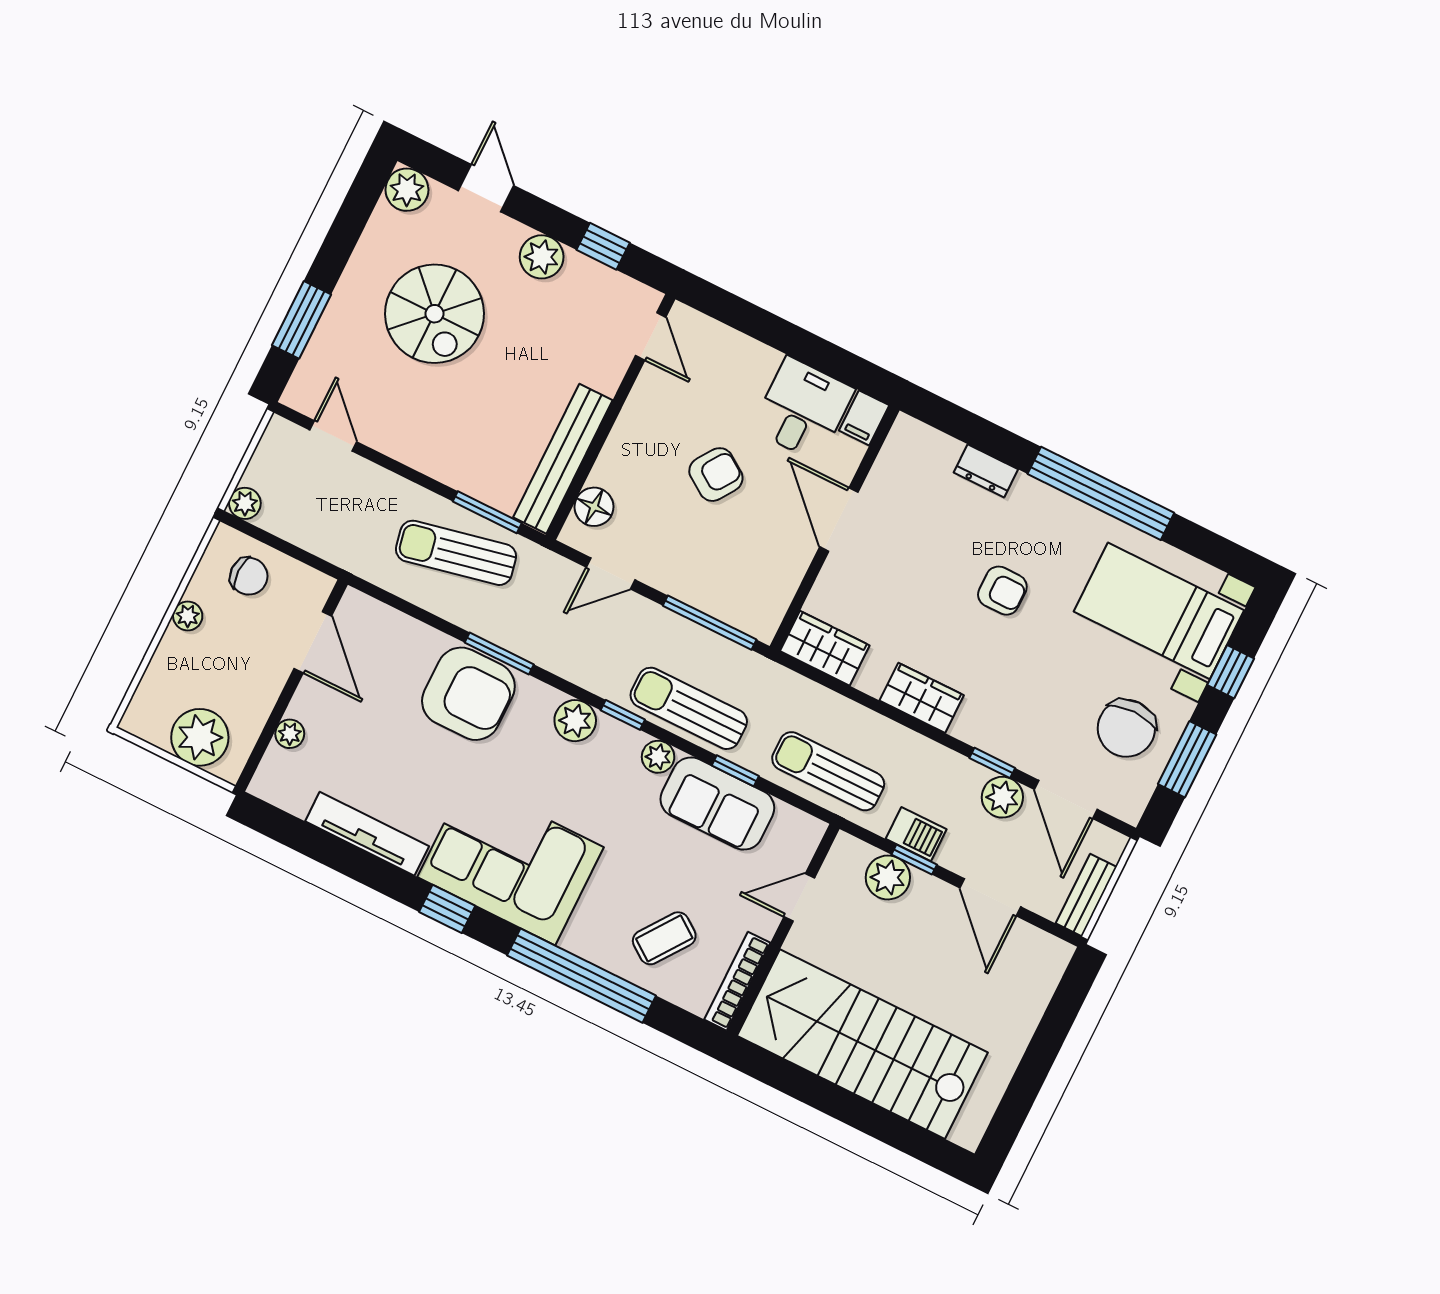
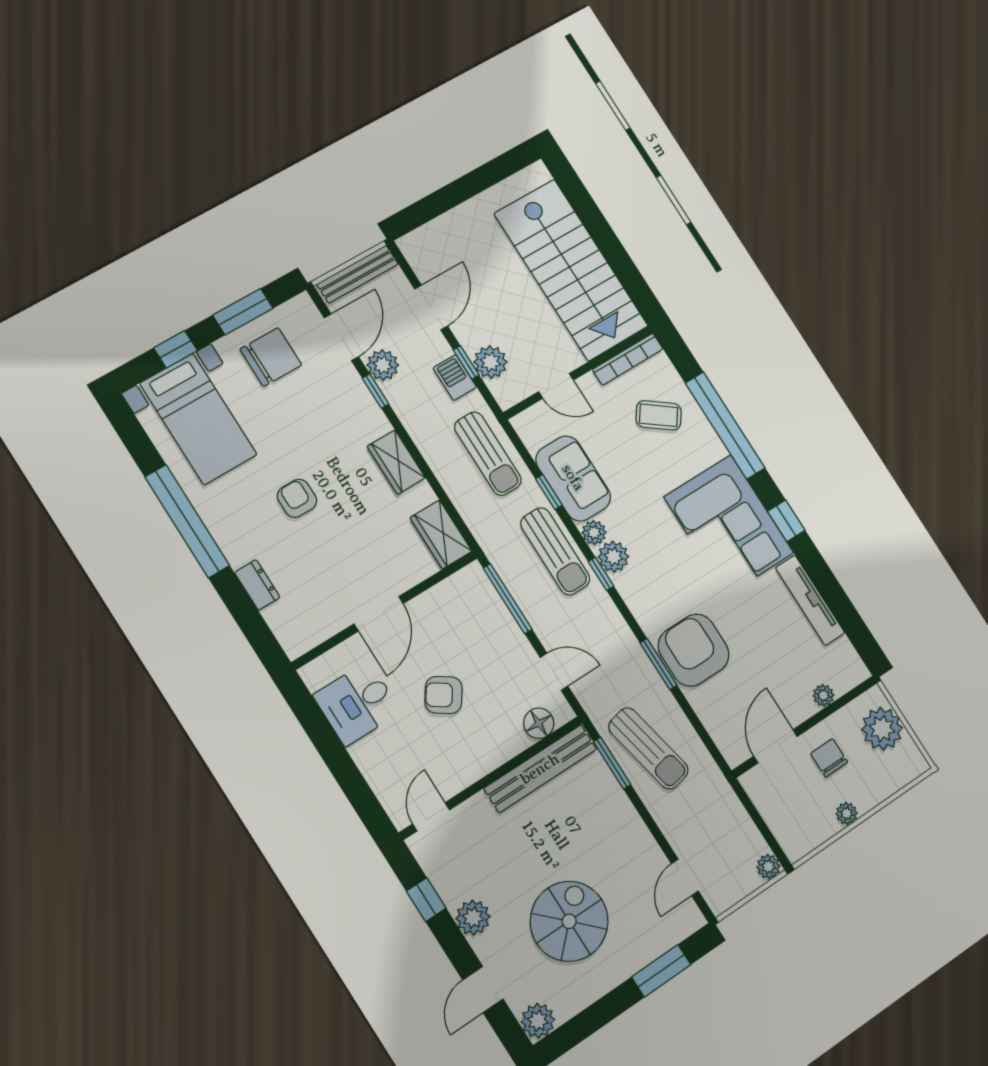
filing cabinet: (864, 418) -> (319, 672), removed
chair: (249, 576) -> (829, 758), moved
plant: (575, 721) -> (613, 557), moved
bench: (1086, 895) -> (358, 274), width x1.36

